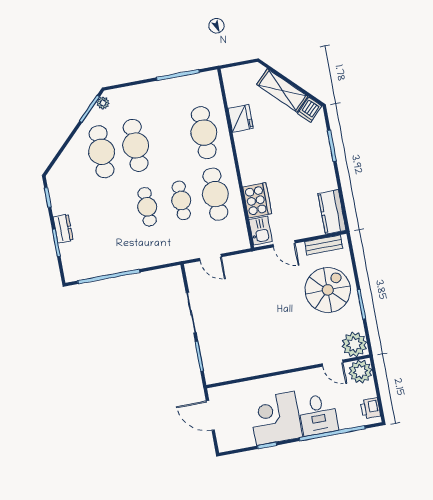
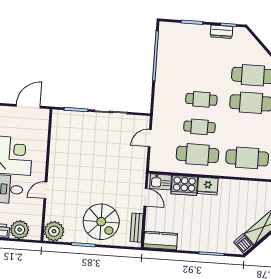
fridge: (241, 118) -> (208, 186), moved
dresser: (63, 229) -> (221, 32), moved
door: (284, 244) -> (146, 197), swing flipped
door: (333, 363) -> (45, 190), moved
plant: (360, 371) -> (20, 230), moved

